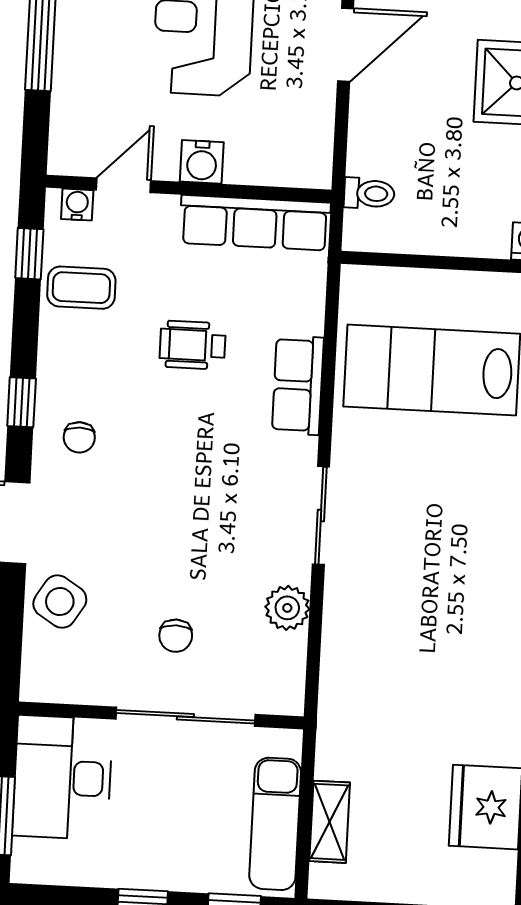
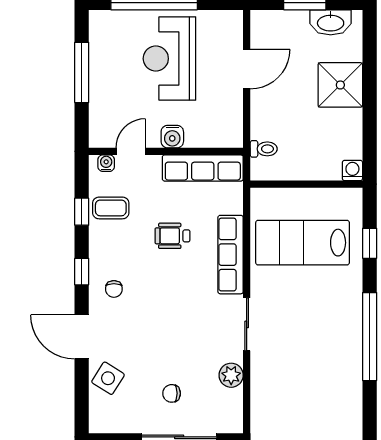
window: (29, 254) -> (82, 212), moved
row of seats: (298, 385) -> (231, 255), width x1.48
chair: (176, 636) -> (172, 393), turned 90

